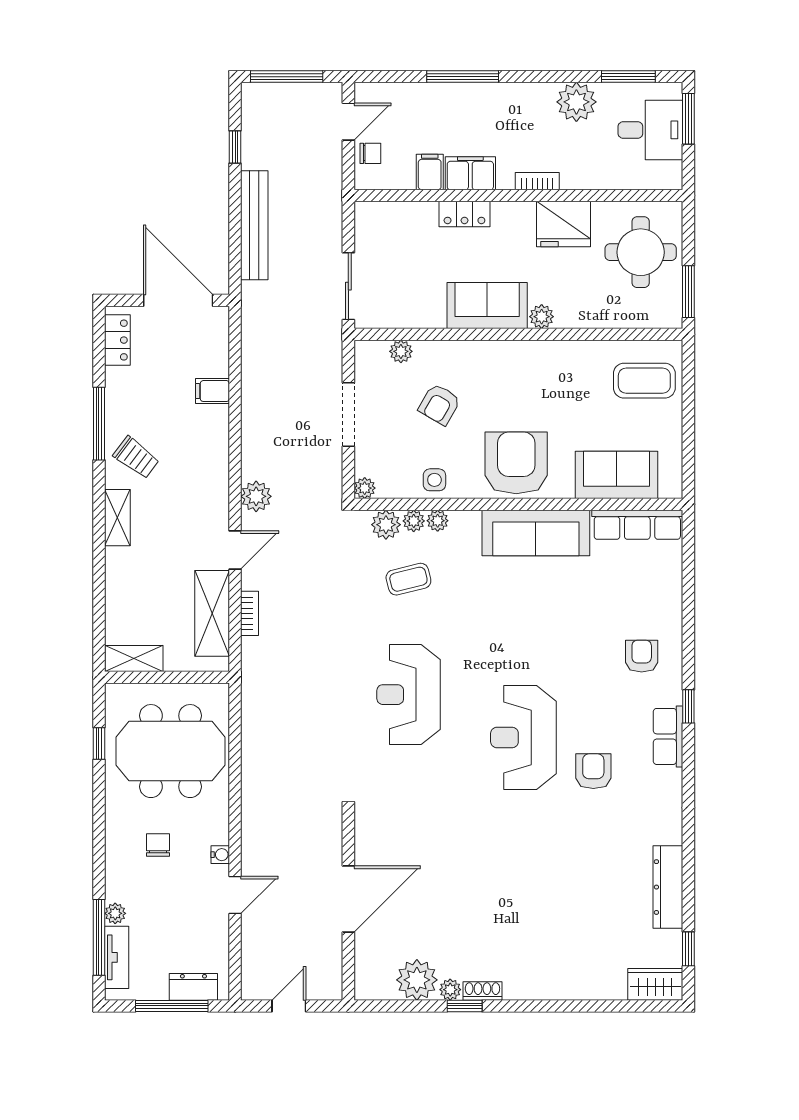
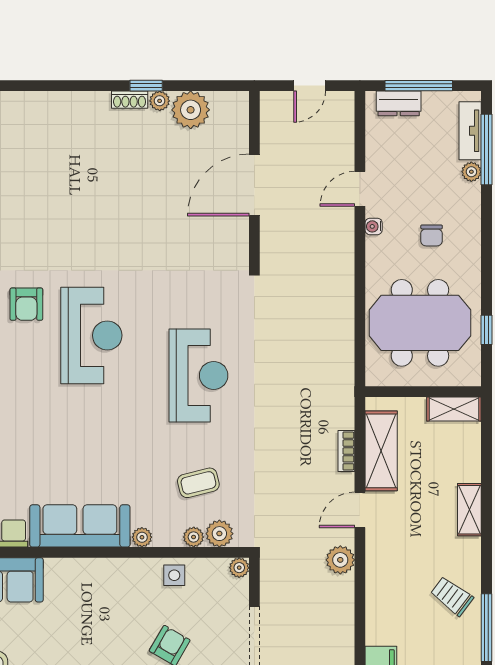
armchair: (516, 463) -> (98, 591), removed
shelving: (117, 518) -> (469, 510), moved
plant: (438, 521) -> (142, 537), moved

